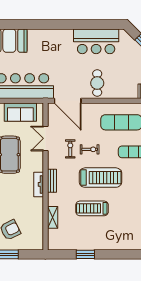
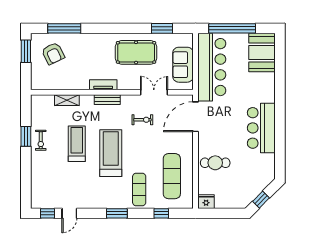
bar counter: (96, 41) -> (261, 128), moved
cafe table: (97, 83) -> (215, 163), moved
exercise bike: (90, 149) -> (41, 140), moved
treadmill: (100, 178) -> (111, 153), turned 180

